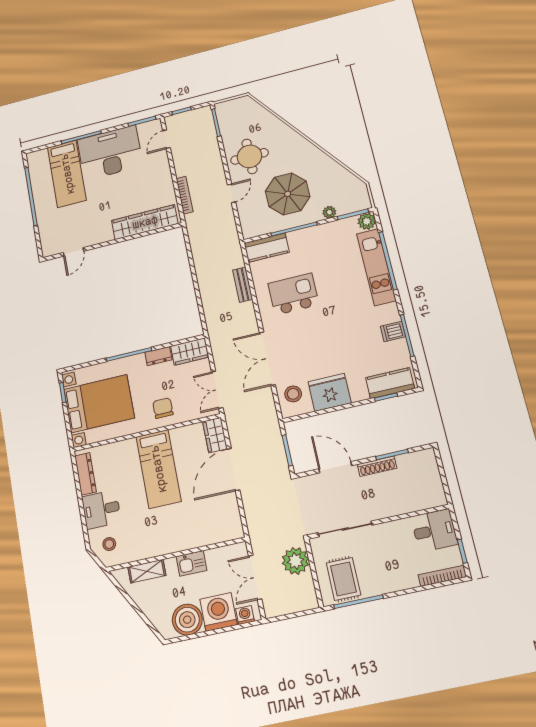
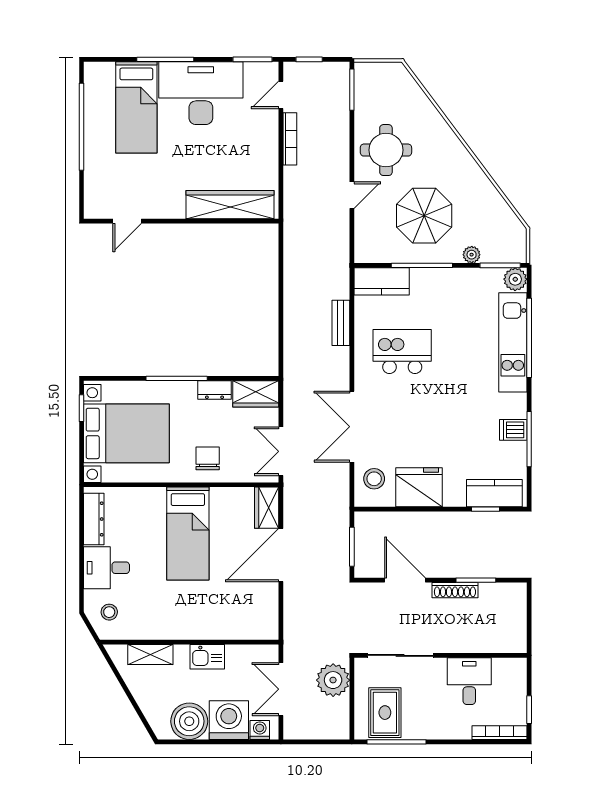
bookcase: (185, 195) -> (290, 139), moved
desk: (434, 530) -> (469, 681), moved, turned -90

